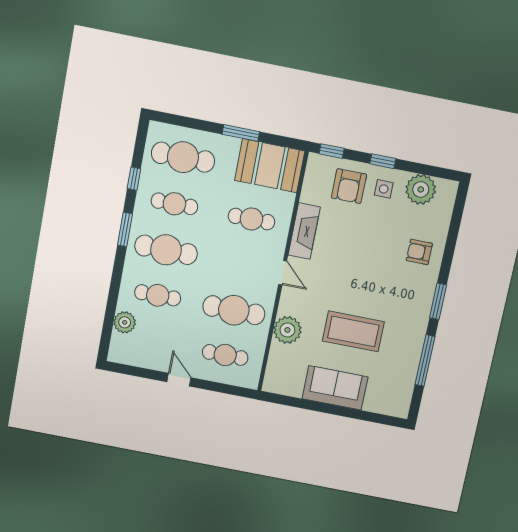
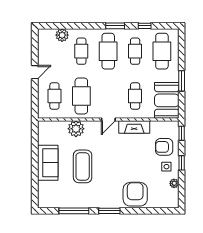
plant: (421, 189) -> (174, 183), width x0.53, depth x0.53
armchair: (419, 252) -> (135, 194), width x1.88, depth x1.88

